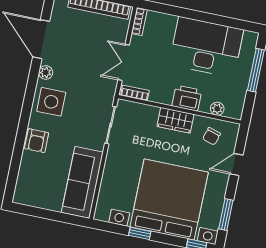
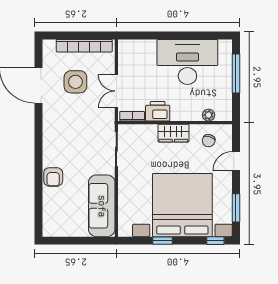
bookcase: (139, 22) -> (123, 52), removed
plant: (46, 72) -> (49, 114), removed
printer: (187, 98) -> (158, 111), moved
side table: (51, 102) -> (75, 82), moved

